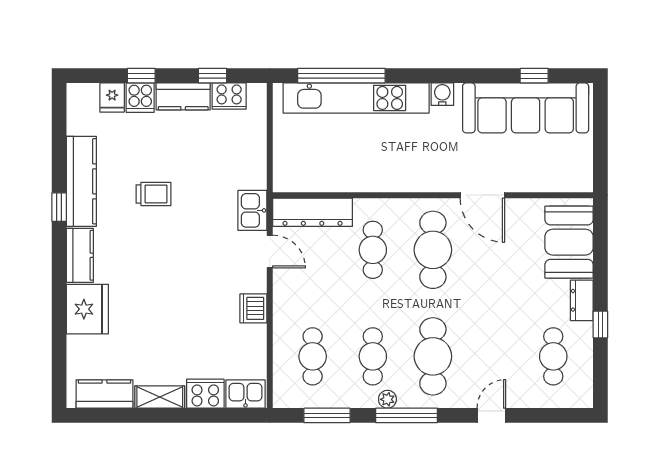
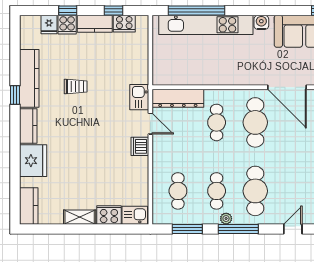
door: (482, 195) -> (287, 87), width x1.36
dishwasher: (253, 308) -> (140, 146), moved
kitchen counter: (105, 394) -> (29, 206), moved, turned 90

